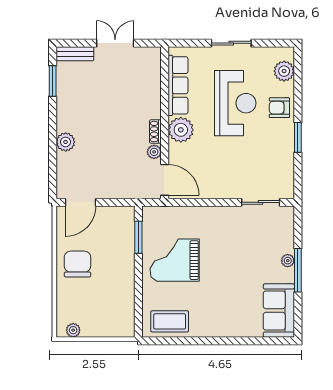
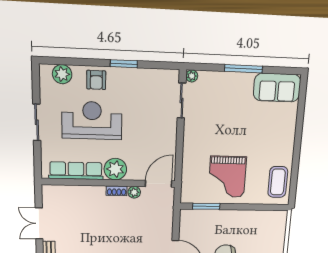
plant: (288, 261) -> (192, 76), moved

